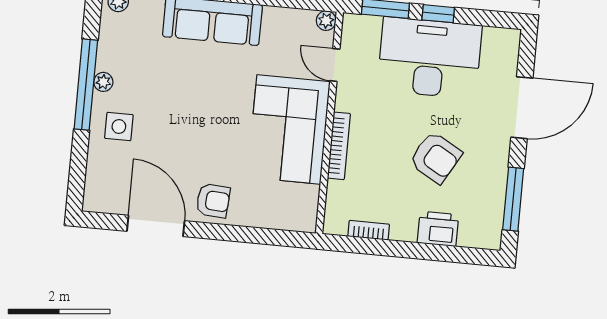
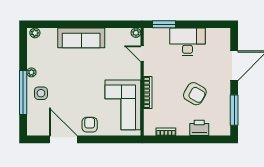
window: (438, 14) -> (190, 24), removed
desk: (430, 58) -> (187, 42), width x0.73, depth x0.77
window: (86, 85) -> (23, 93), moved
corner sofa: (289, 129) -> (123, 105), moved
armchair: (213, 201) -> (90, 125), turned -94

